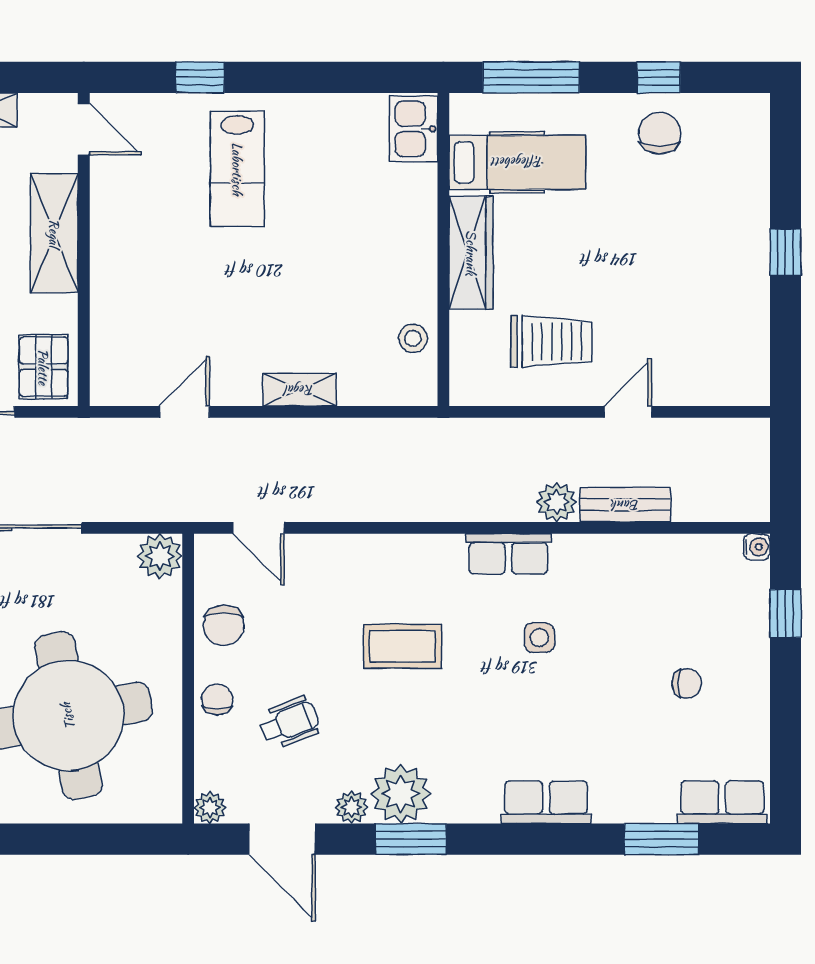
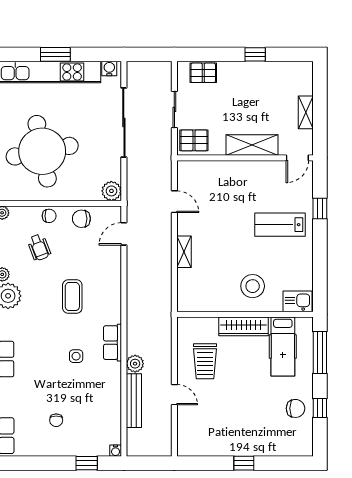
stool: (413, 338) -> (253, 286), moved, width x1.89, depth x1.89
bench: (625, 505) -> (134, 401), width x1.36

